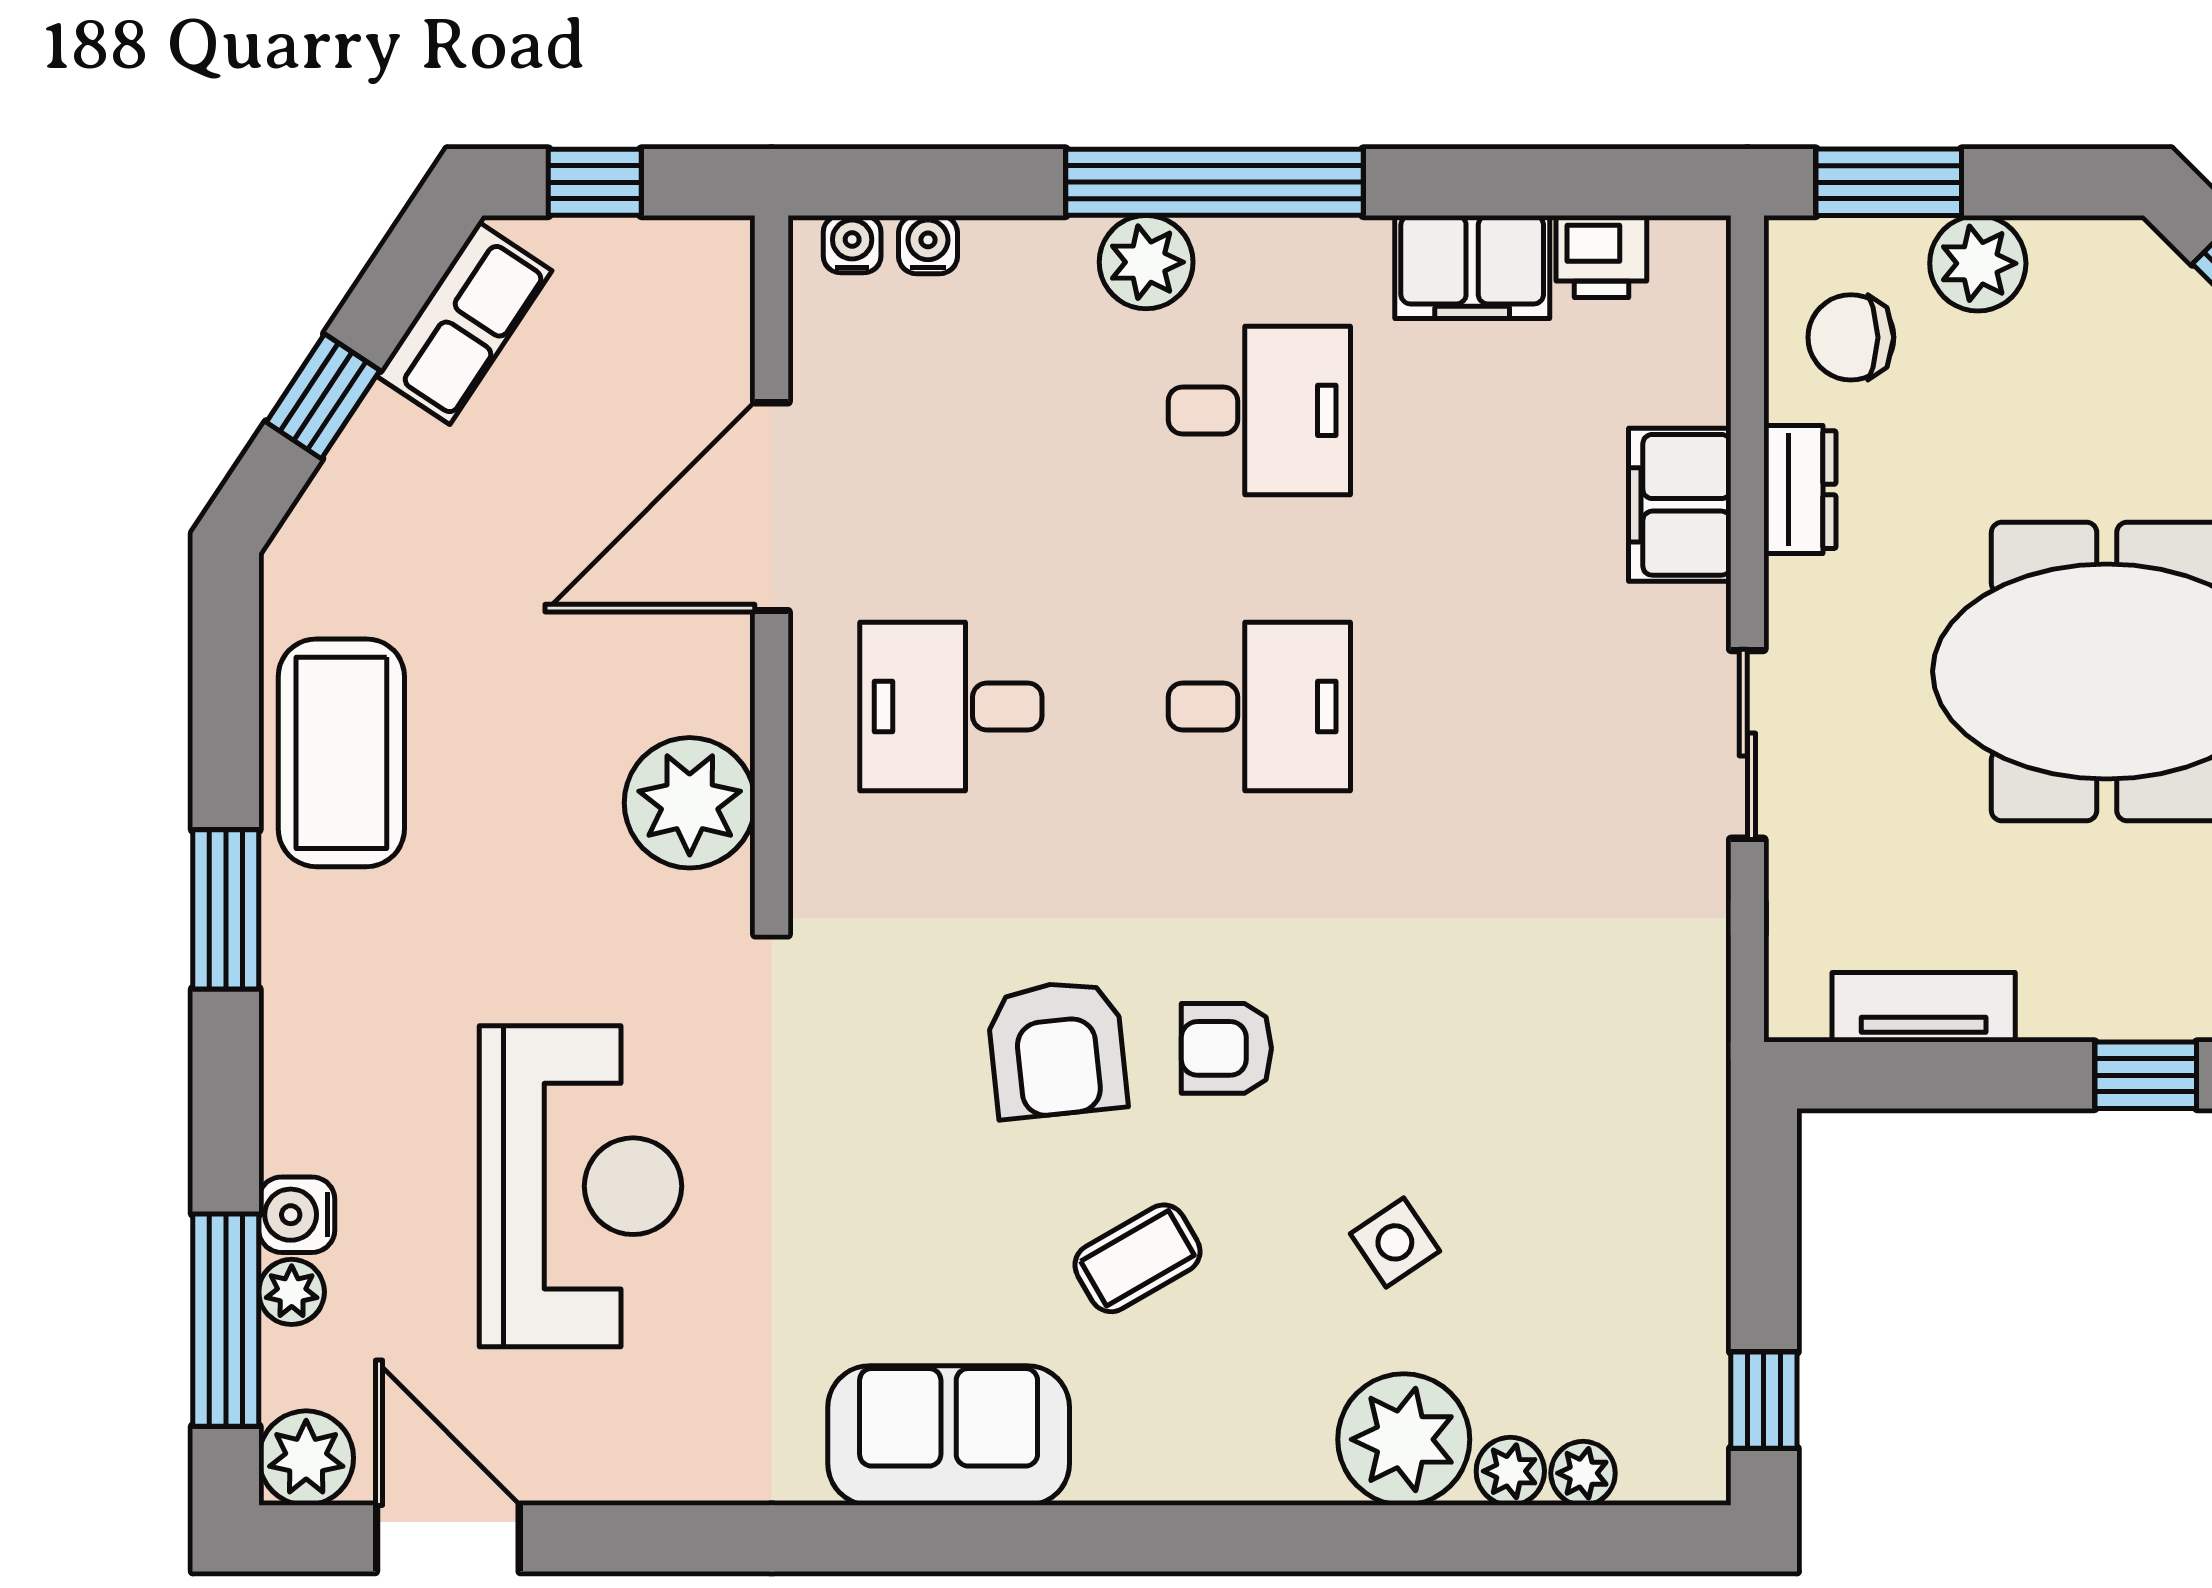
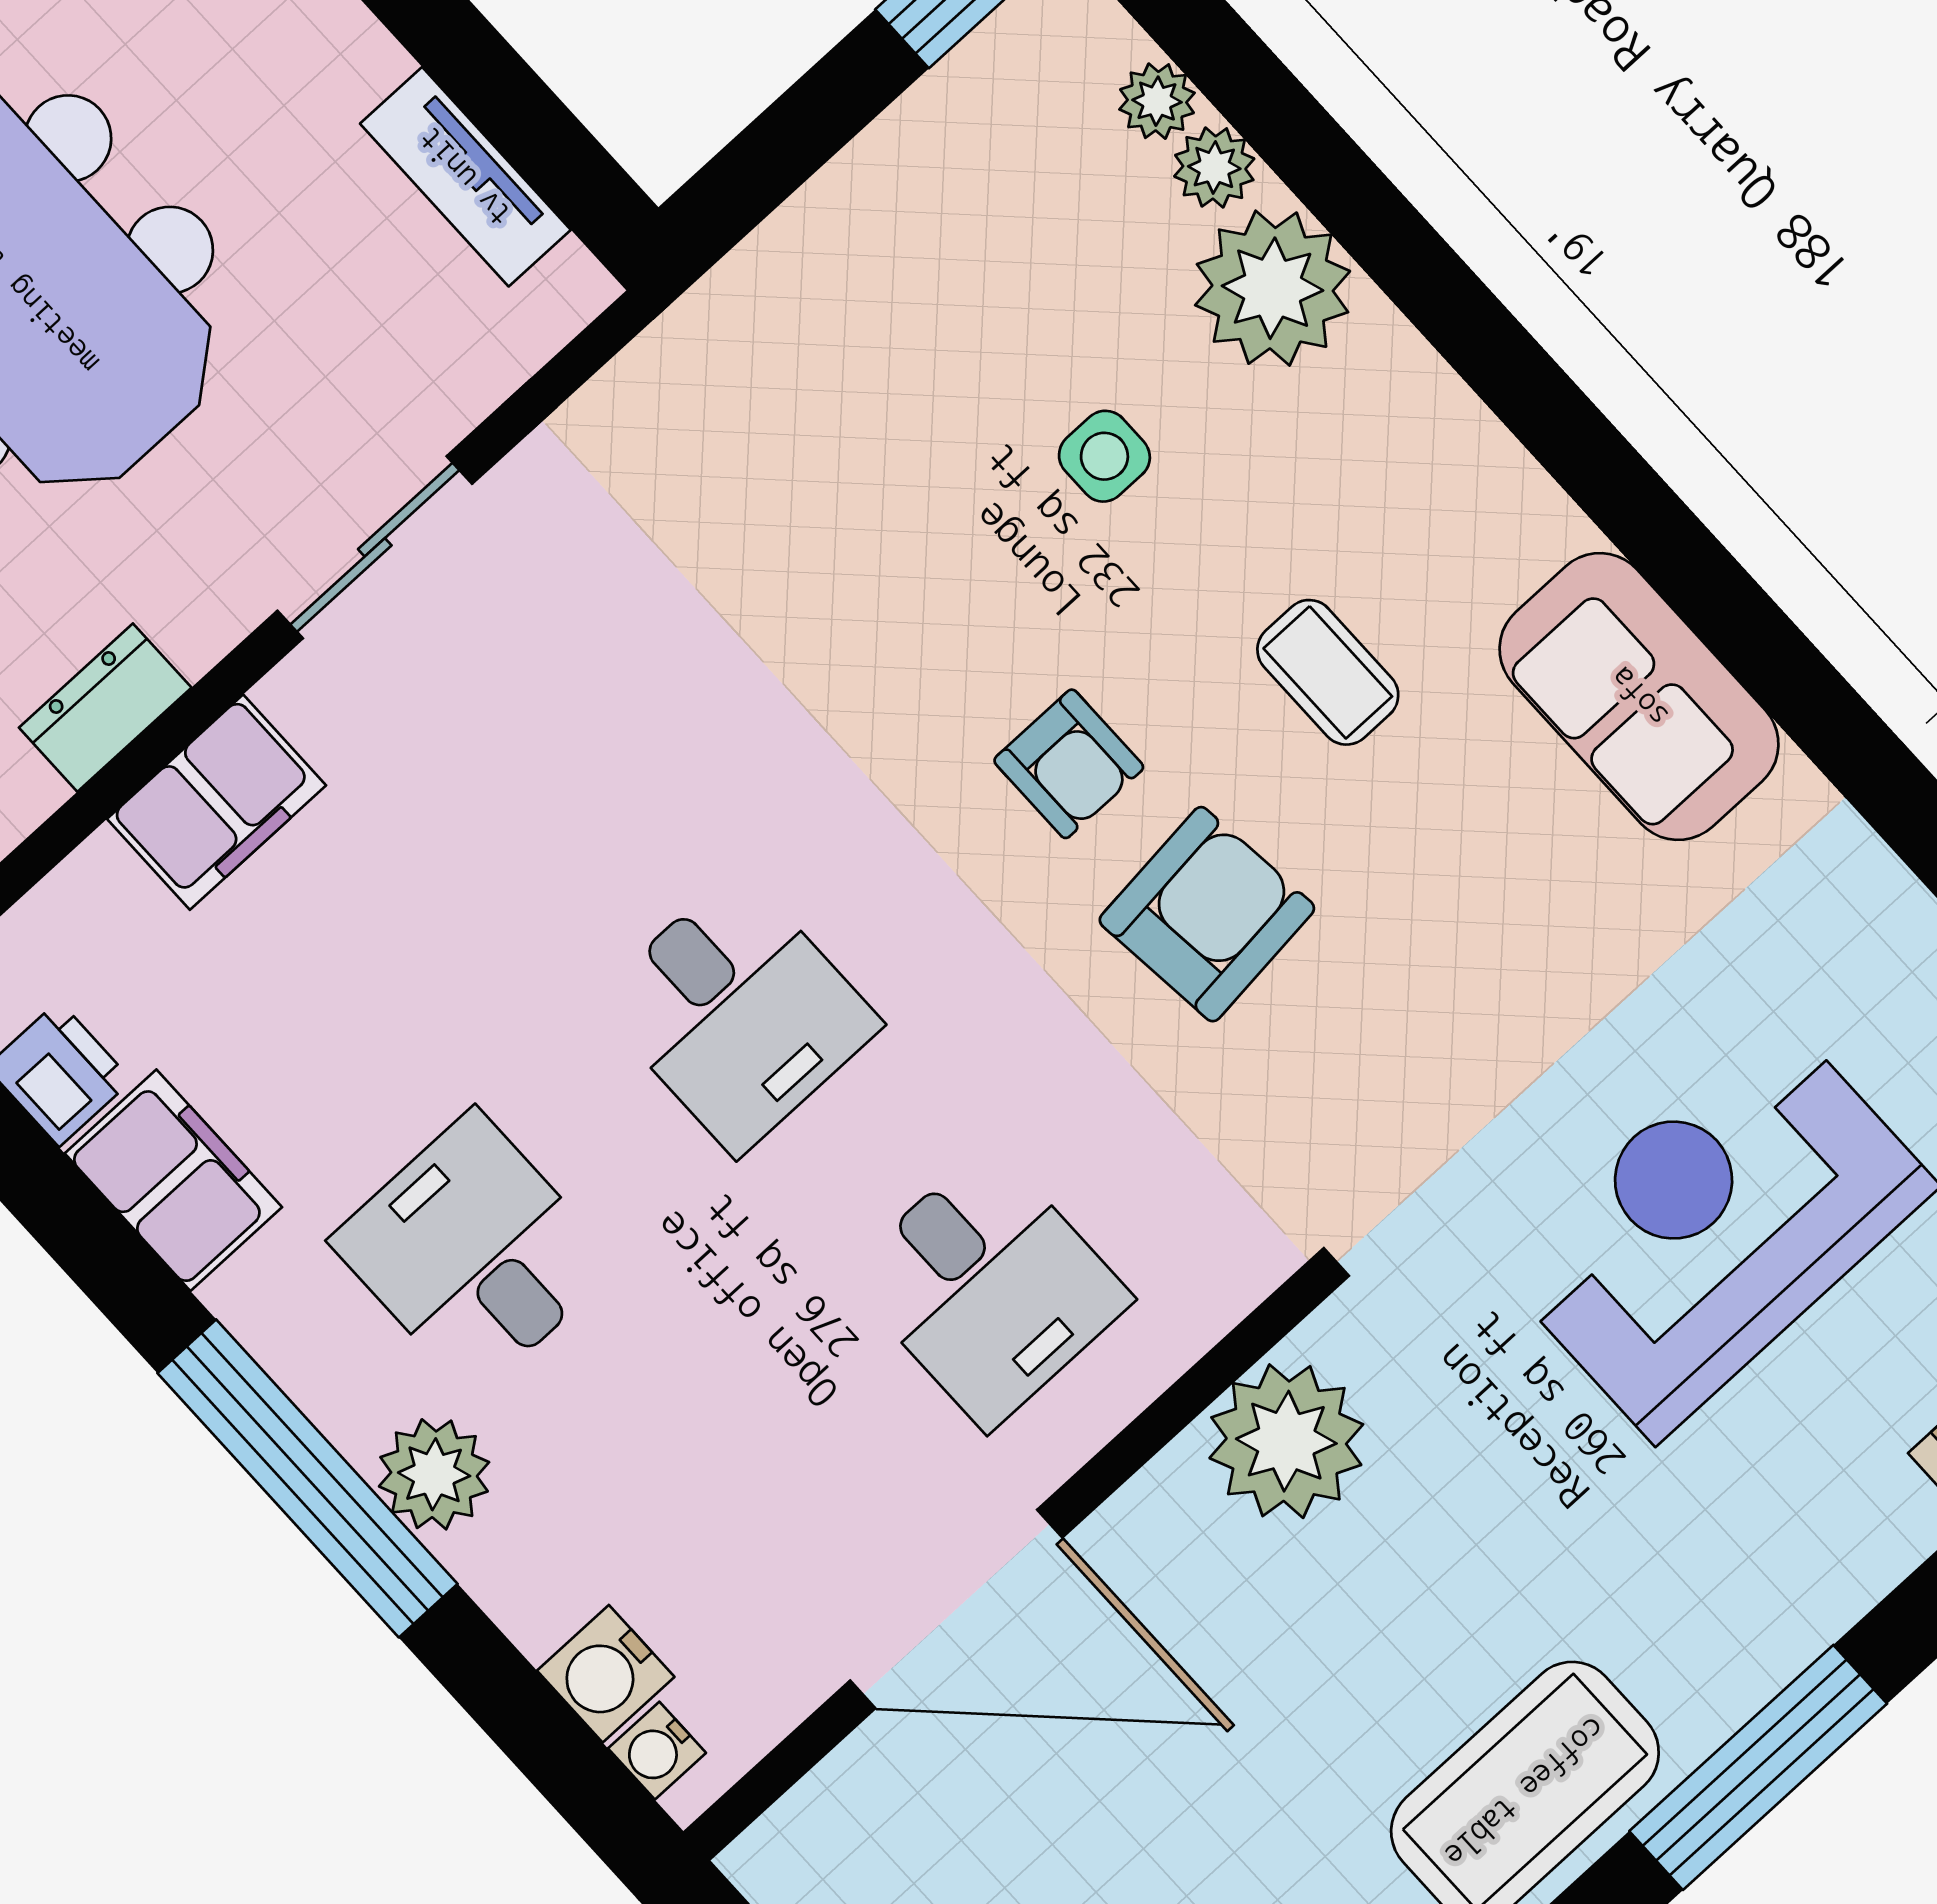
water cooler: (928, 245) -> (606, 1674), width x1.38, depth x1.38
desk: (1259, 706) -> (738, 1012), turned 180
window: (226, 909) -> (1758, 1767), width x1.44
side table: (1395, 1242) -> (1104, 456), turned 34
coffee table: (1138, 1258) -> (1328, 672), turned 30

